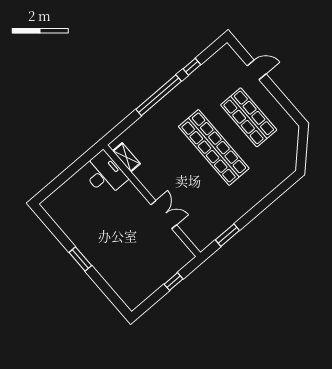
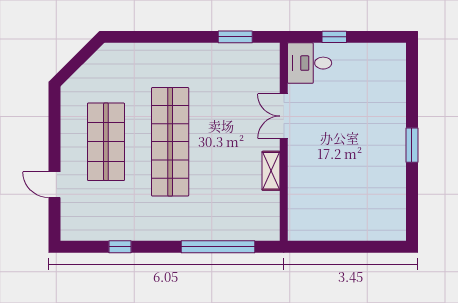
window: (159, 95) -> (218, 247), moved
shelving: (126, 157) -> (271, 171), moved
desk: (104, 174) -> (310, 63), moved, width x0.73

